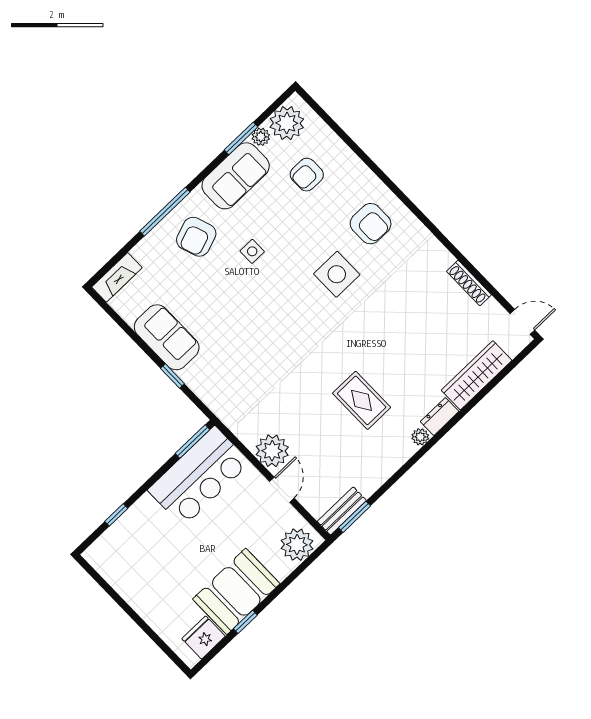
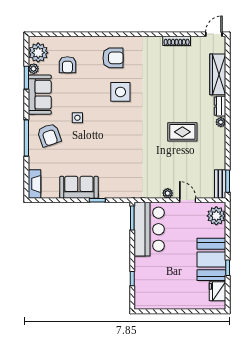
plant: (272, 451) -> (168, 193), width x0.53, depth x0.53

